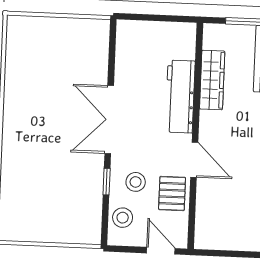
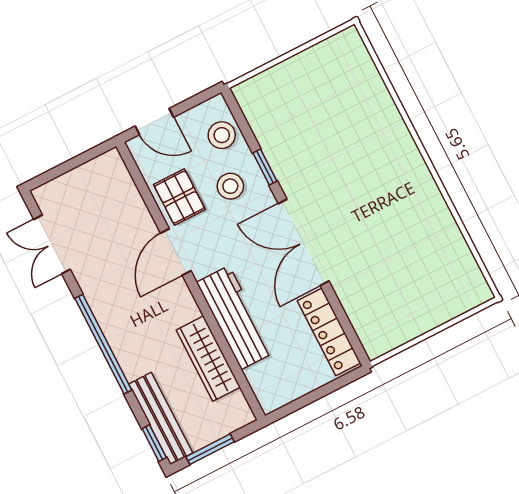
locker: (125, 53) -> (329, 332), added
double door: (109, 120) -> (304, 242), swing flipped
door: (194, 160) -> (176, 252), hinge flipped

